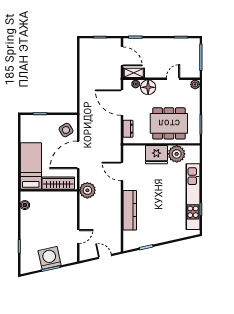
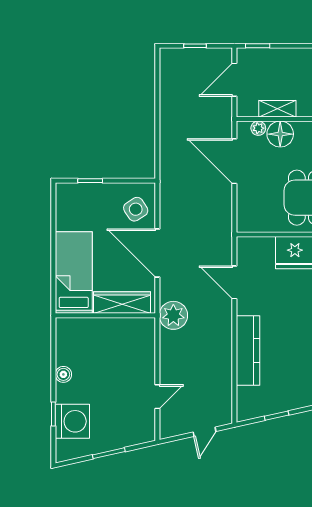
door: (122, 56) -> (234, 80), swing flipped
shelving: (134, 73) -> (277, 109), moved
dresser: (128, 129) -> (245, 207), removed
door: (78, 155) -> (157, 253), hinge flipped
boiler: (25, 205) -> (63, 374), moved
door: (105, 256) -> (205, 432), swing flipped
washing machine: (50, 258) -> (72, 421), moved, turned 103

